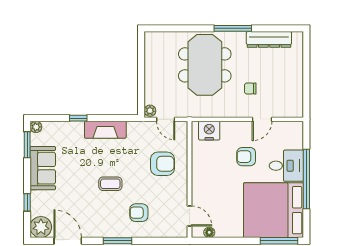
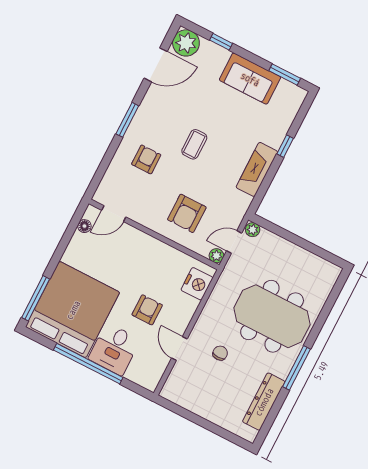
plant: (36, 127) -> (216, 256), moved

